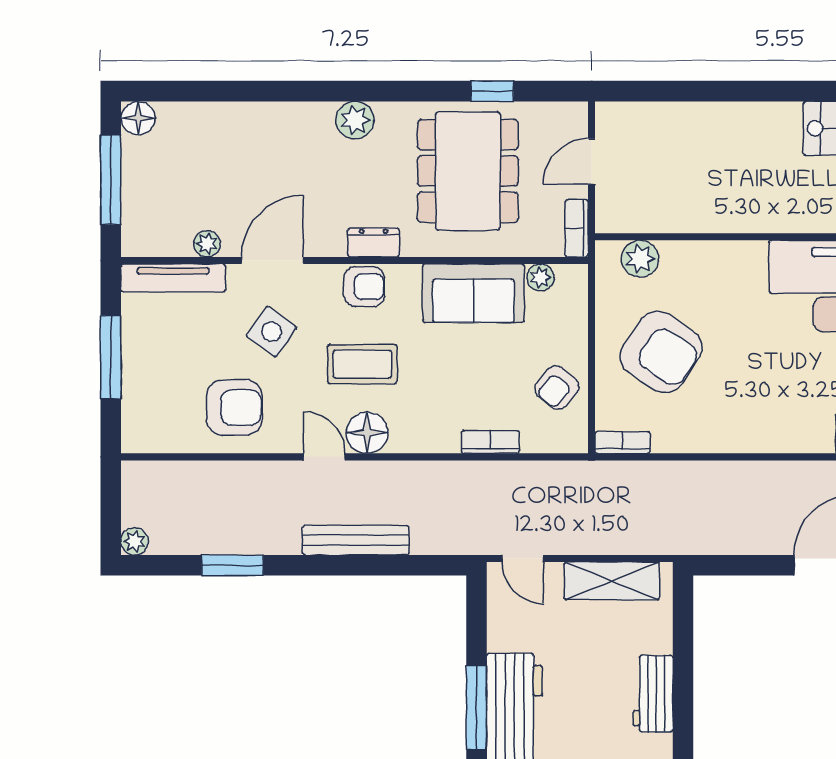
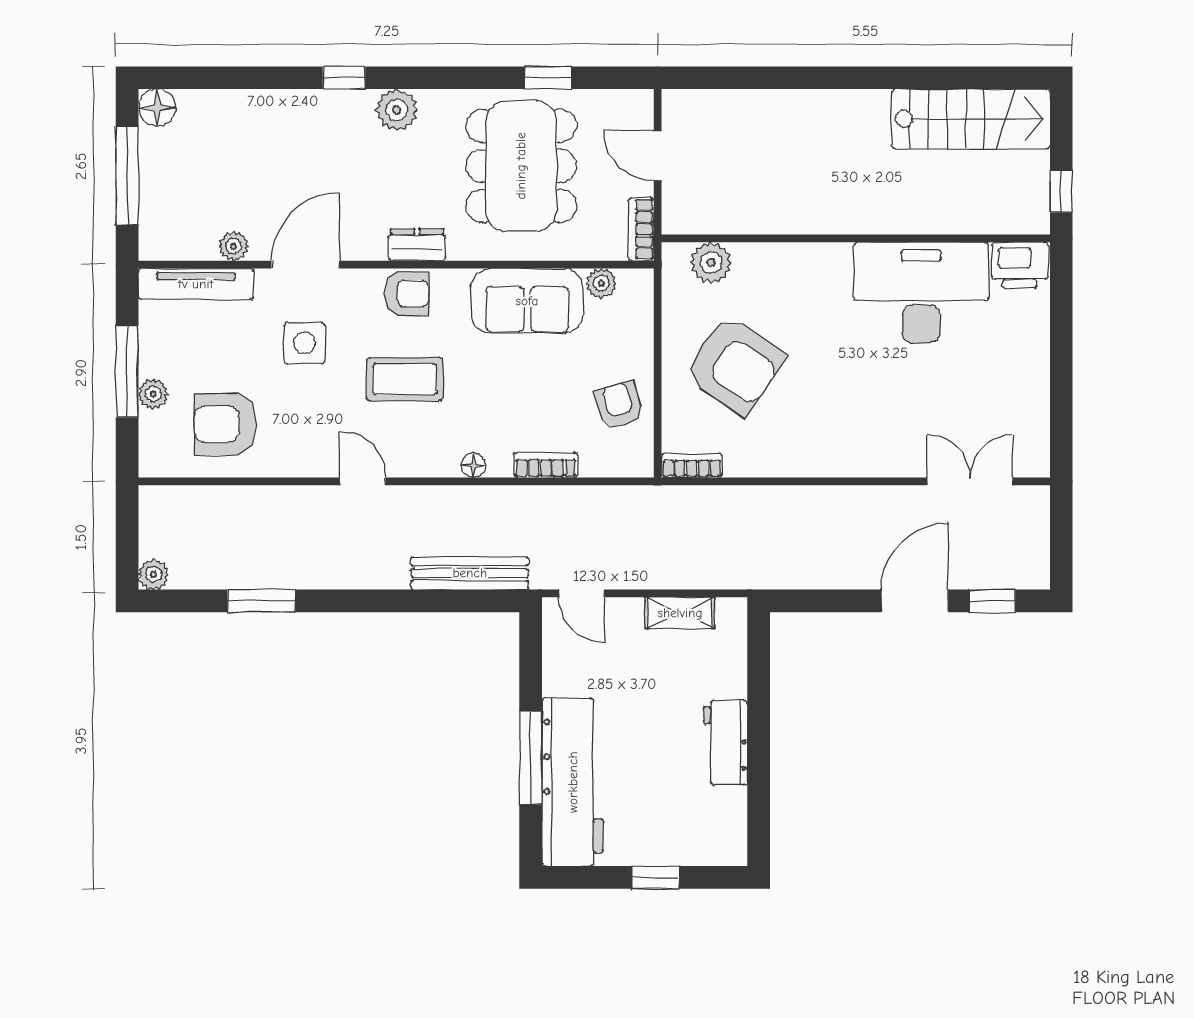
window: (307, 91) -> (344, 78), added
door: (592, 162) -> (658, 155), hinge flipped
side table: (272, 332) -> (305, 343), turned -36
plant: (134, 378) -> (153, 394), added
armchair: (557, 388) -> (619, 405), turned 123
armchair: (234, 407) -> (225, 424), moved, turned 180
floor lamp: (367, 433) -> (473, 465), moved, width x0.53, depth x0.53
bench: (356, 540) -> (470, 573), moved
shelving: (612, 581) -> (680, 613), width x0.67, depth x0.75

